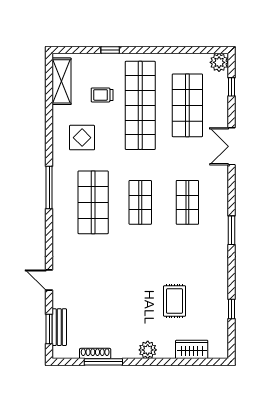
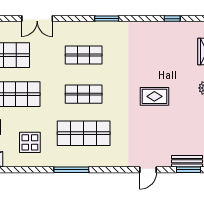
rug: (175, 301) -> (154, 96), moved

